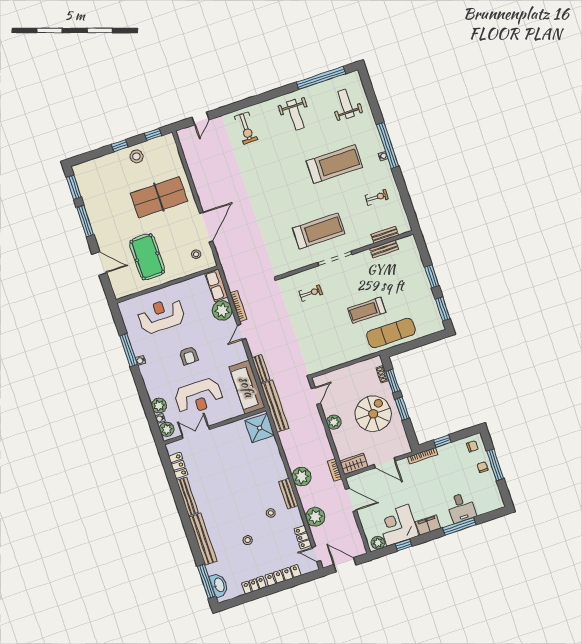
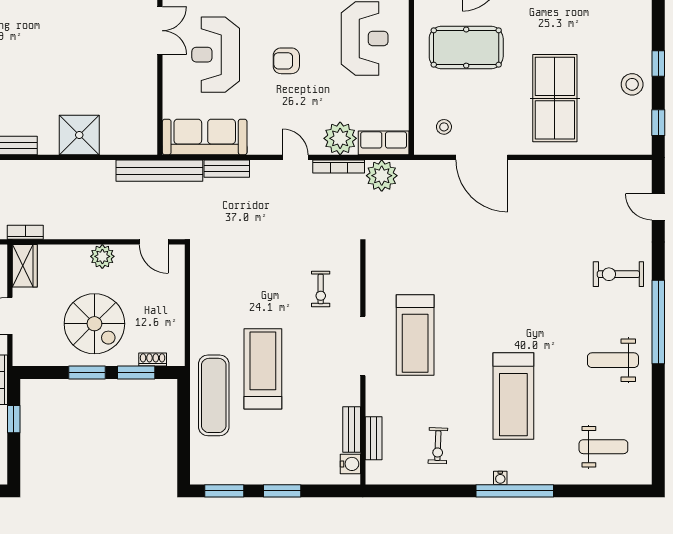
window: (321, 78) -> (658, 322), moved
water cooler: (404, 243) -> (350, 464), added
treadmill: (367, 310) -> (263, 369), width x1.37, depth x1.38
shower: (260, 428) -> (79, 135), moved
plant: (302, 477) -> (382, 176), moved

